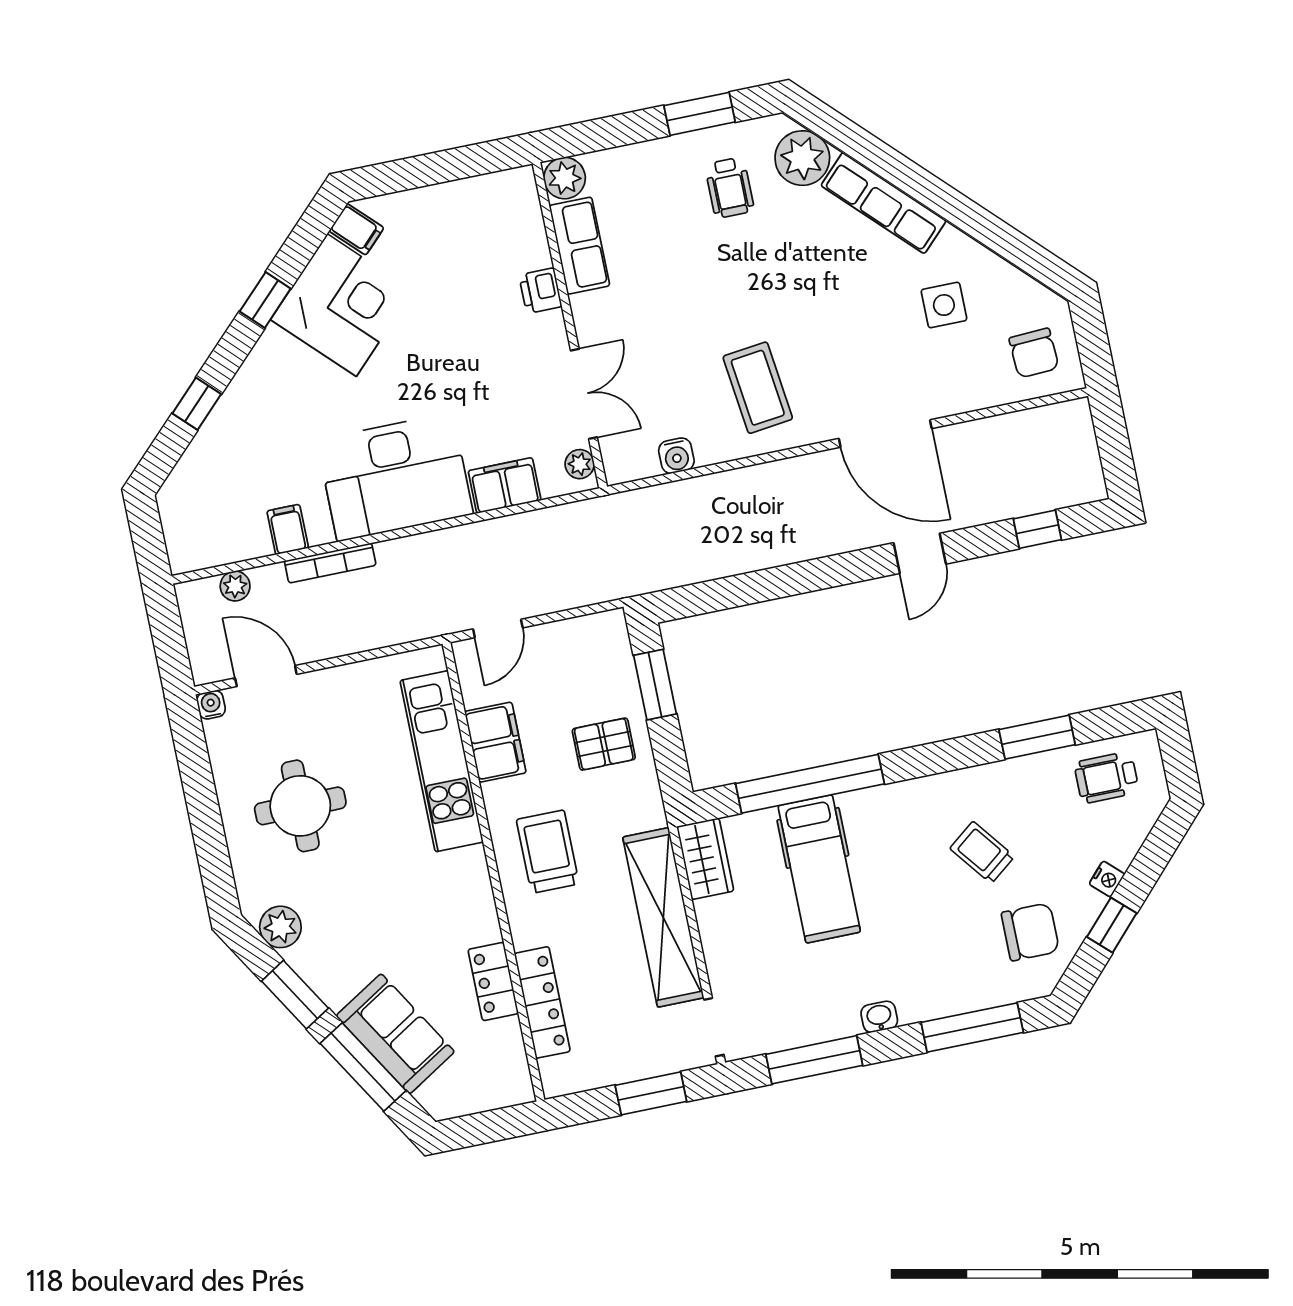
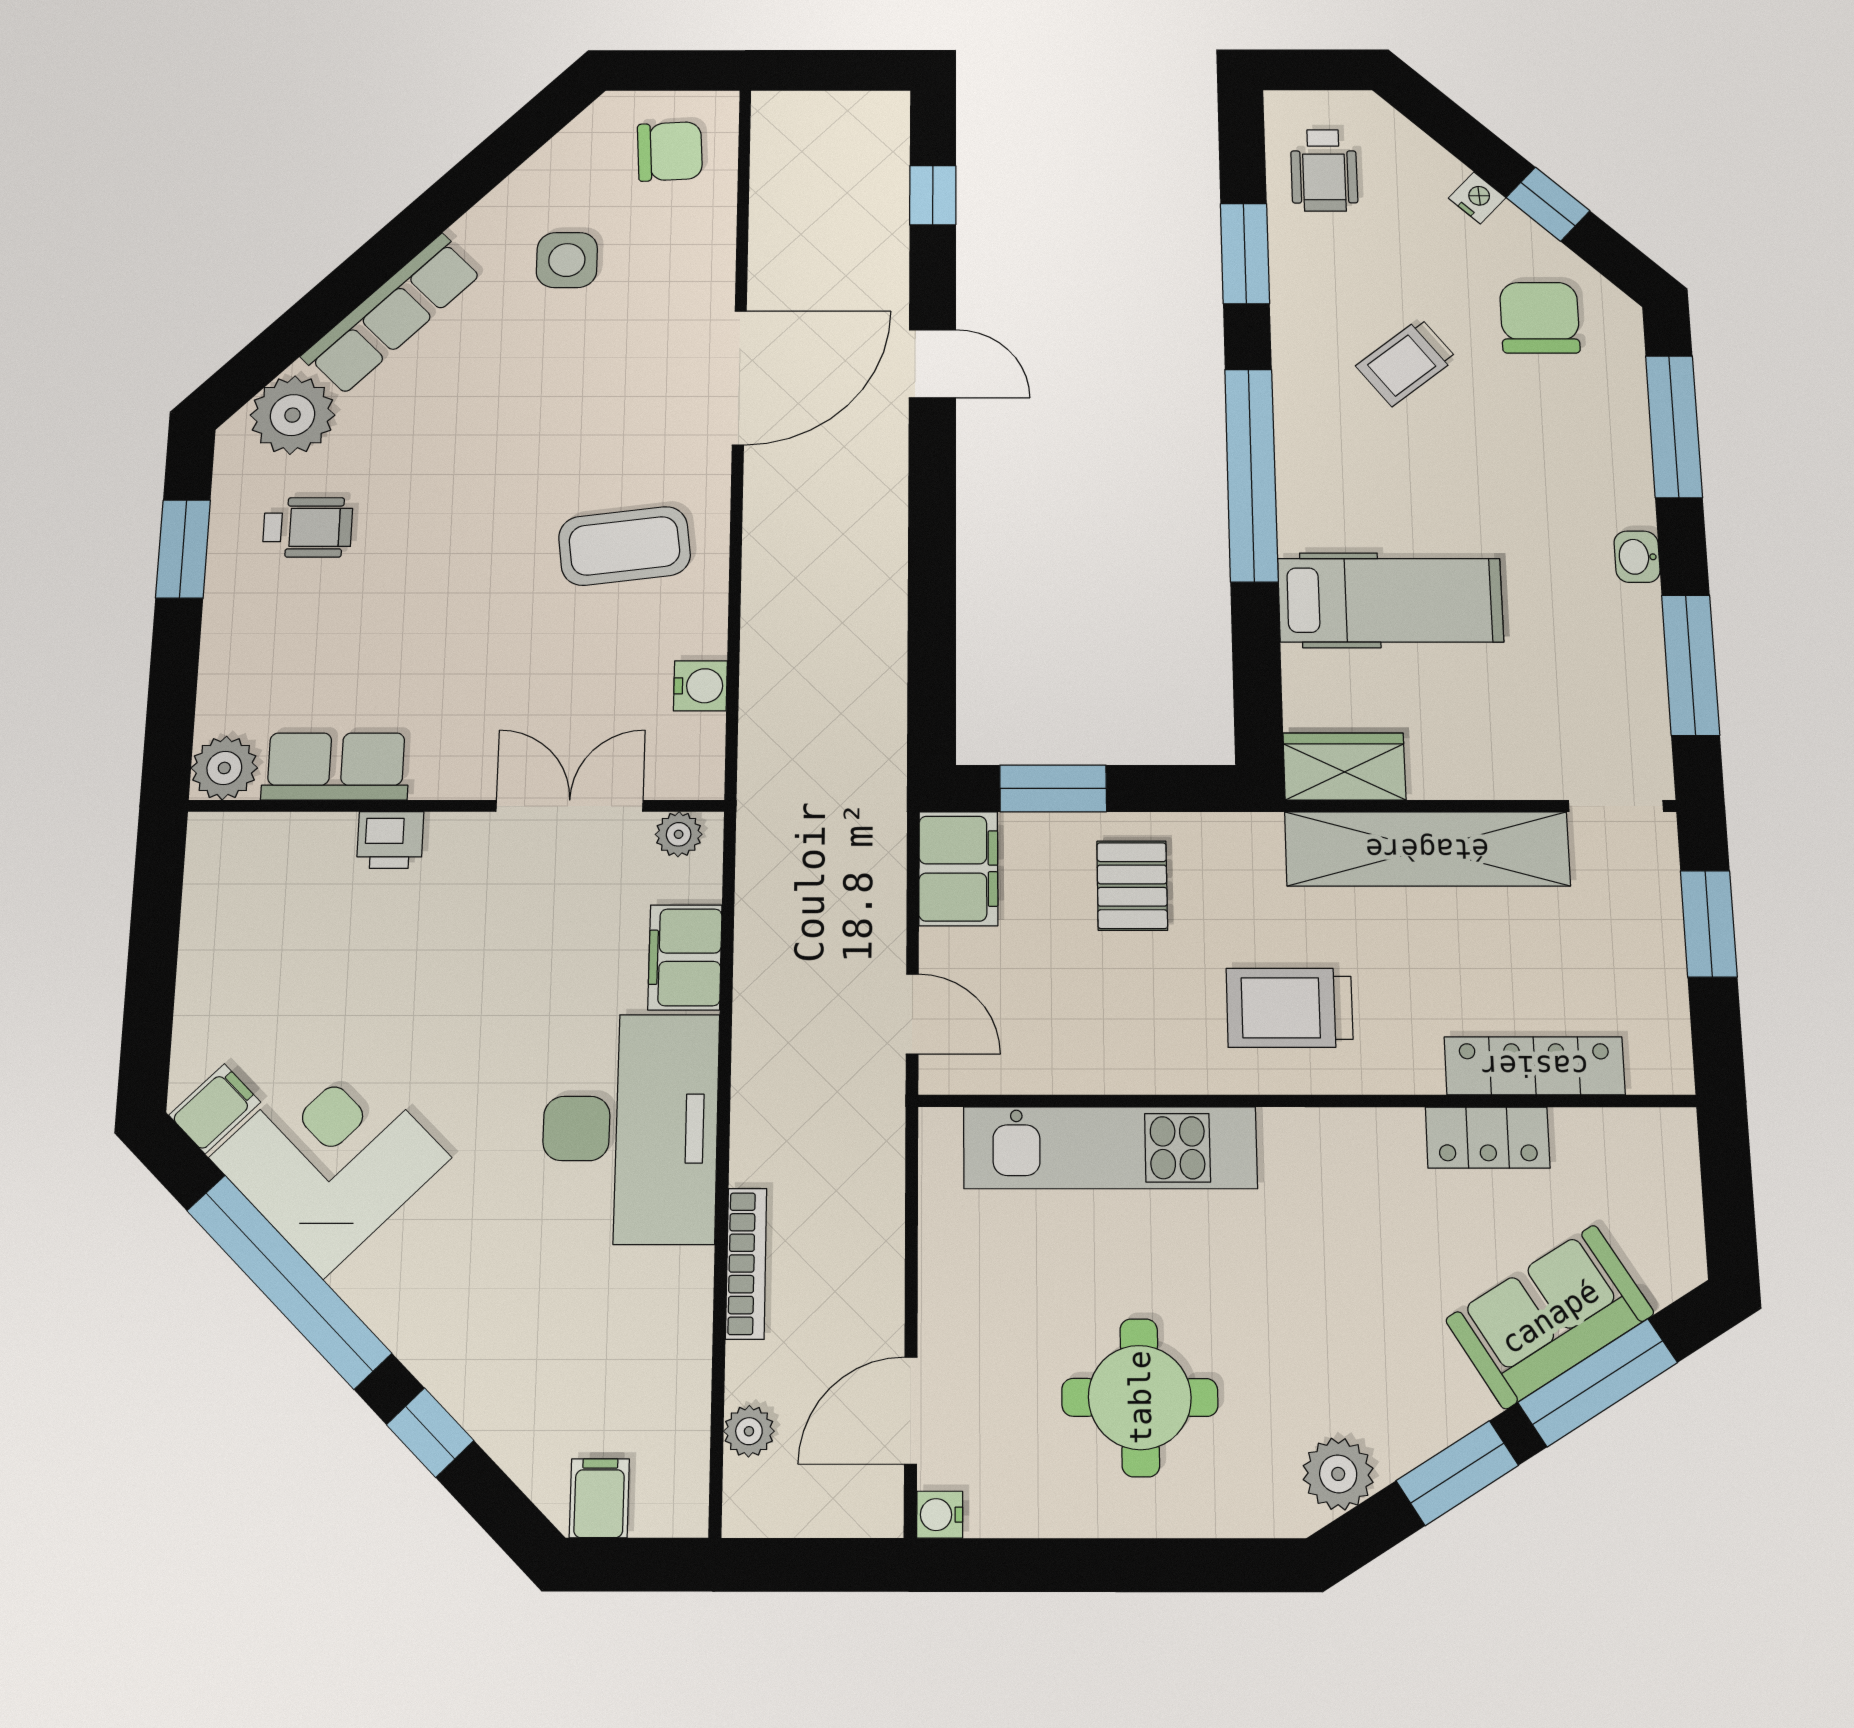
window: (265, 300) -> (289, 1281), width x3.17
filing cabinet: (288, 529) -> (599, 1498), moved, turned 90
filing cabinet: (495, 742) -> (958, 868), moved, turned 90
window: (810, 784) -> (1251, 475), moved

